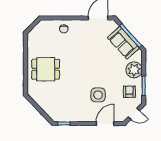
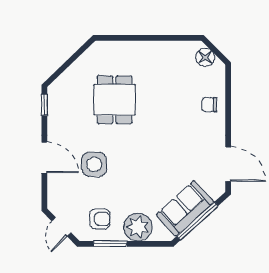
floor lamp: (37, 31) -> (205, 58), added
dining table: (46, 69) -> (114, 100), moved
door: (105, 124) -> (44, 158), moved

